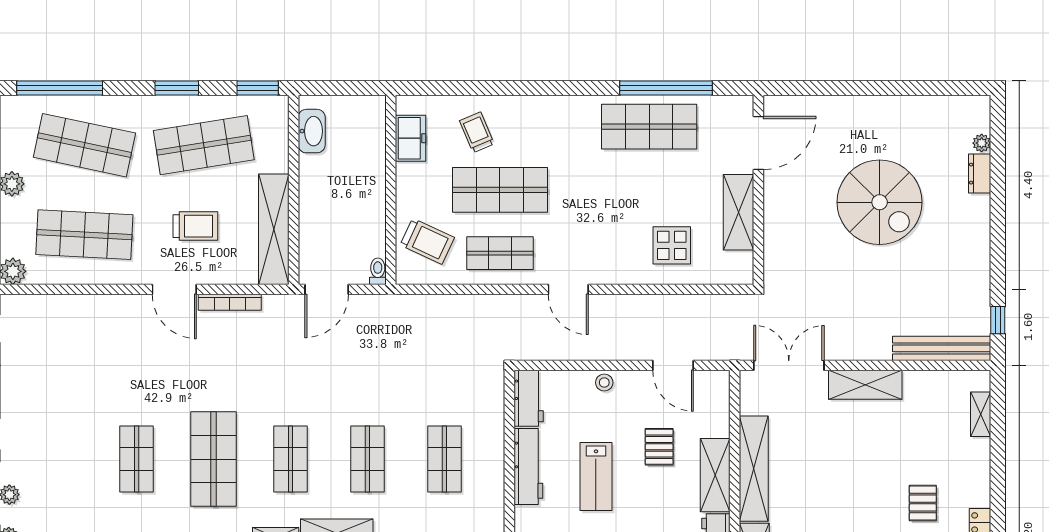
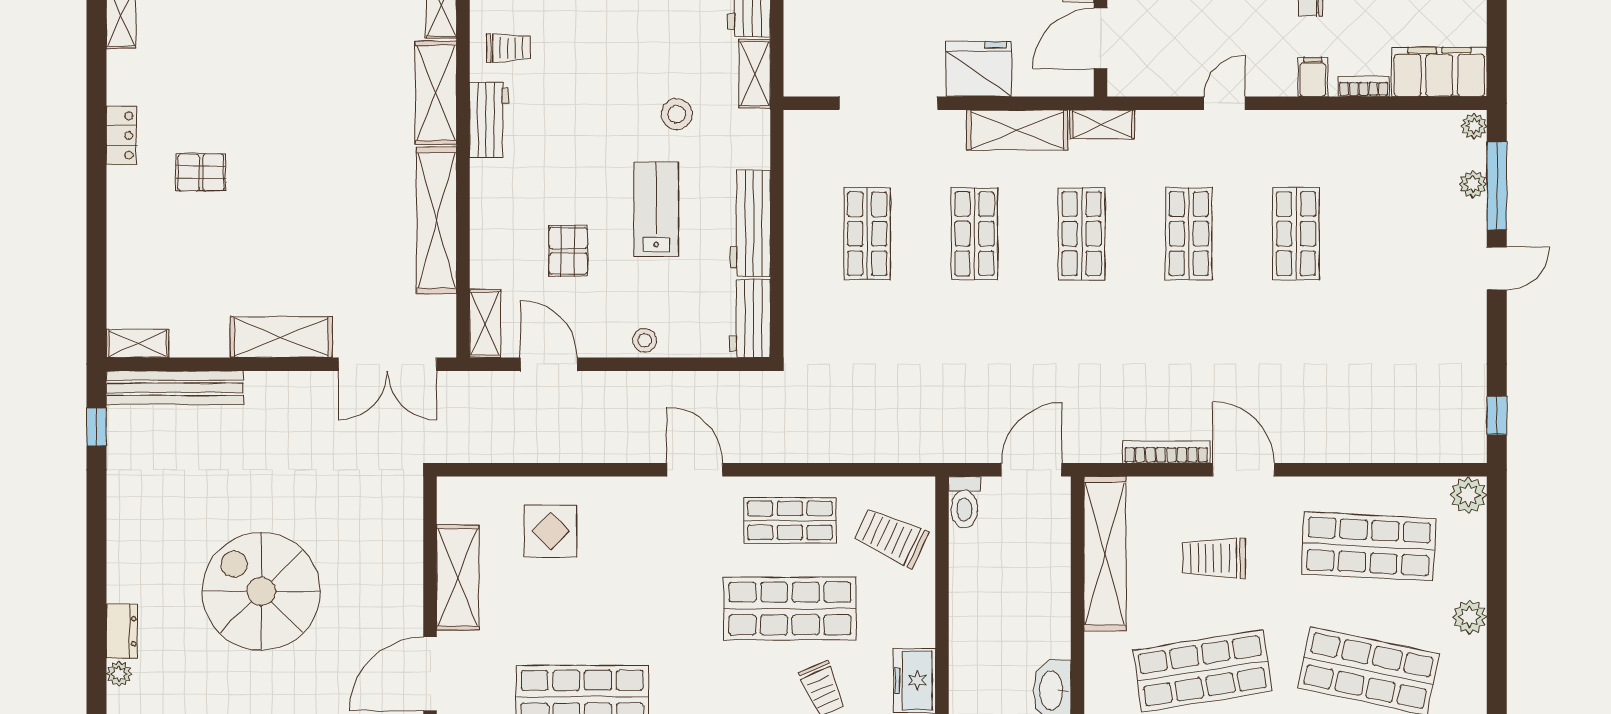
toilet: (378, 271) -> (964, 502), width x1.37, depth x1.39
shelving: (981, 414) -> (138, 344), moved, turned 90
shop shelf: (214, 459) -> (1189, 234), width x0.70, depth x0.74
shelving: (715, 475) -> (485, 323), moved, width x0.67, depth x0.75
pallet: (923, 503) -> (201, 172), turned 90

